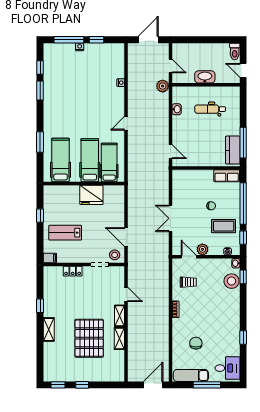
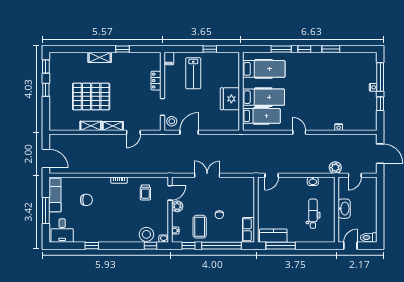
window: (40, 67) -> (304, 49), moved
lab bench: (65, 233) -> (193, 73), turned 180

